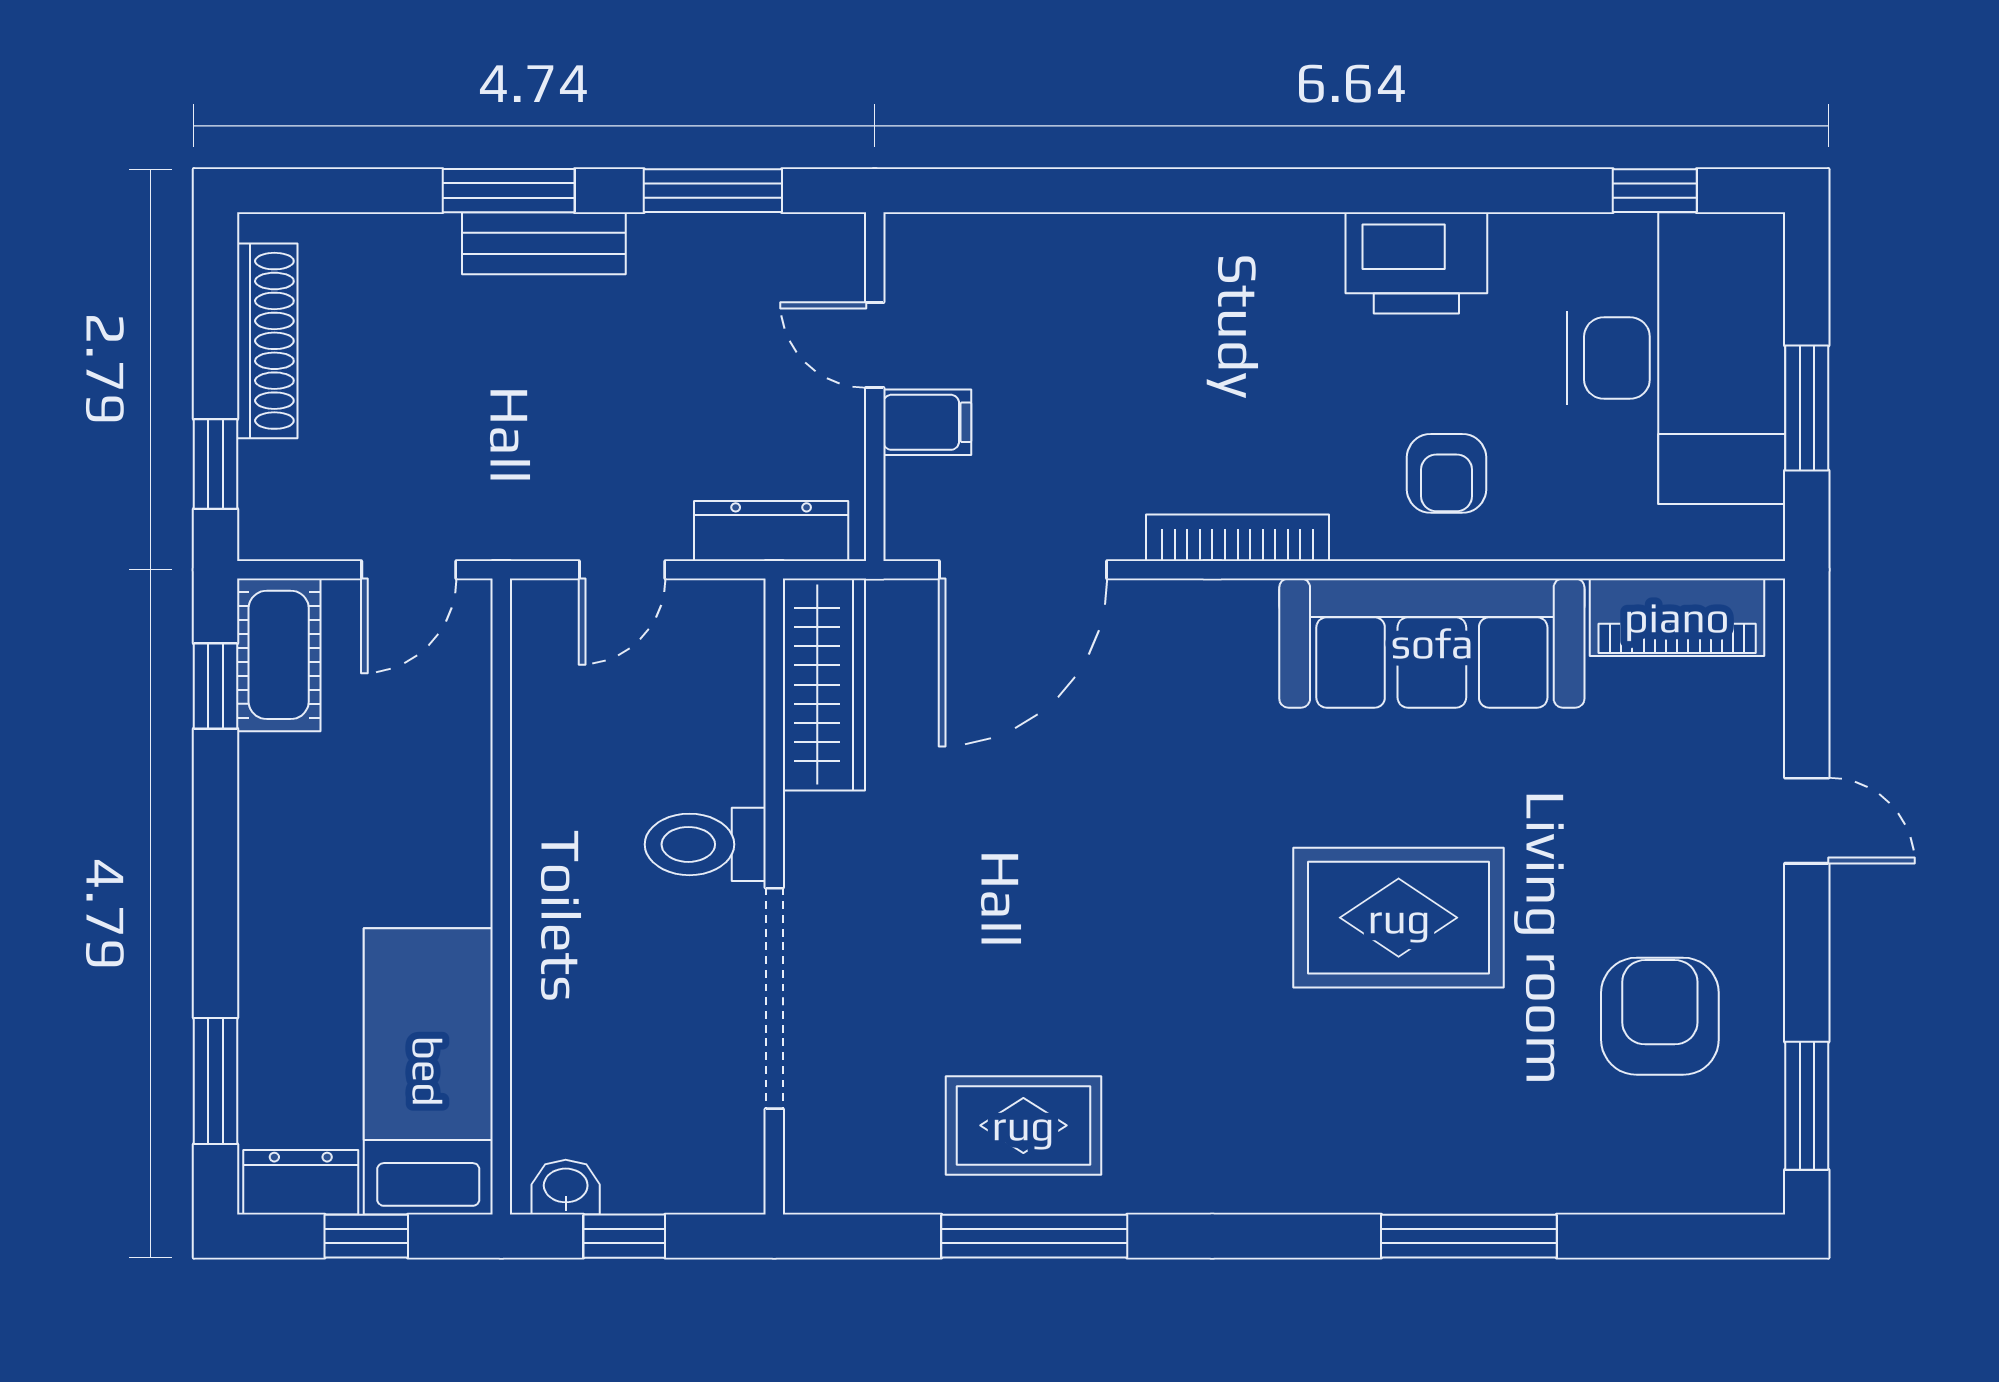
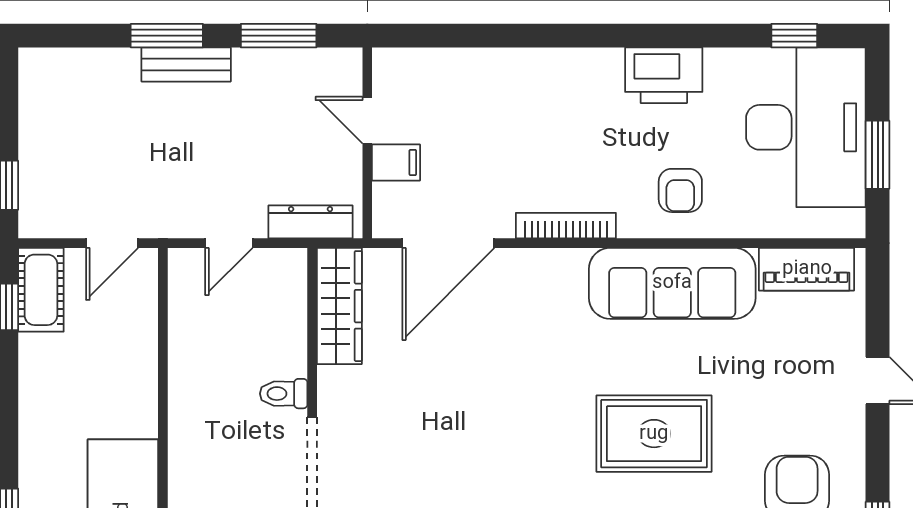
shoe rack: (267, 341) -> (35, 118), removed
toilet: (705, 844) -> (284, 394), width x0.73, depth x0.72

